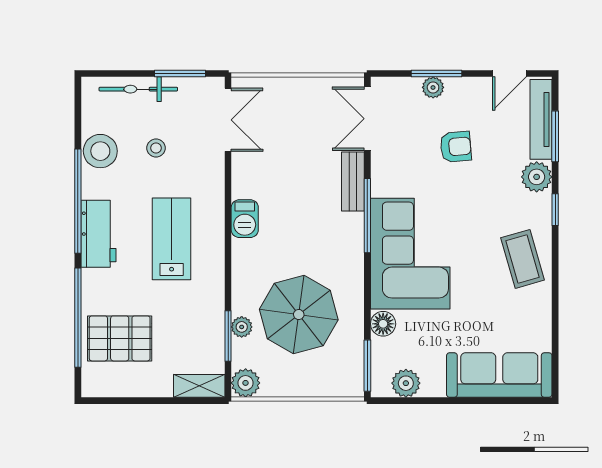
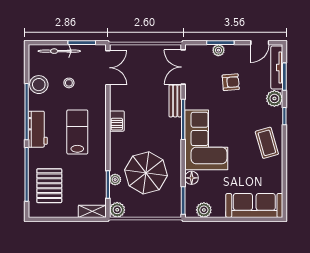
pallet: (120, 338) -> (49, 186), turned 90

